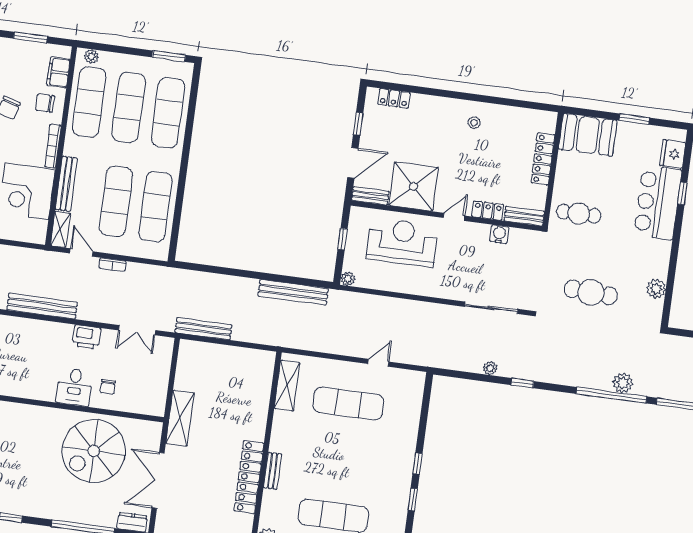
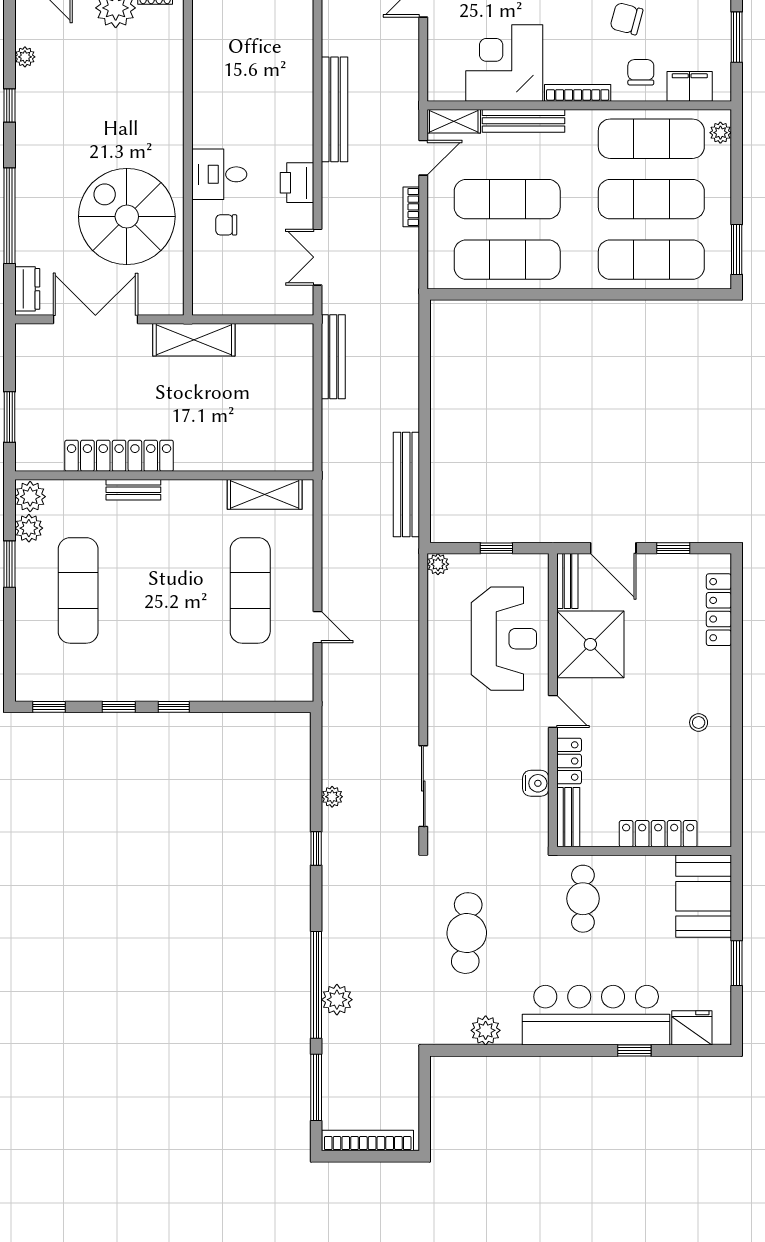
locker: (394, 98) -> (719, 610), width x1.53
bar counter: (658, 203) -> (596, 1015), width x1.36

